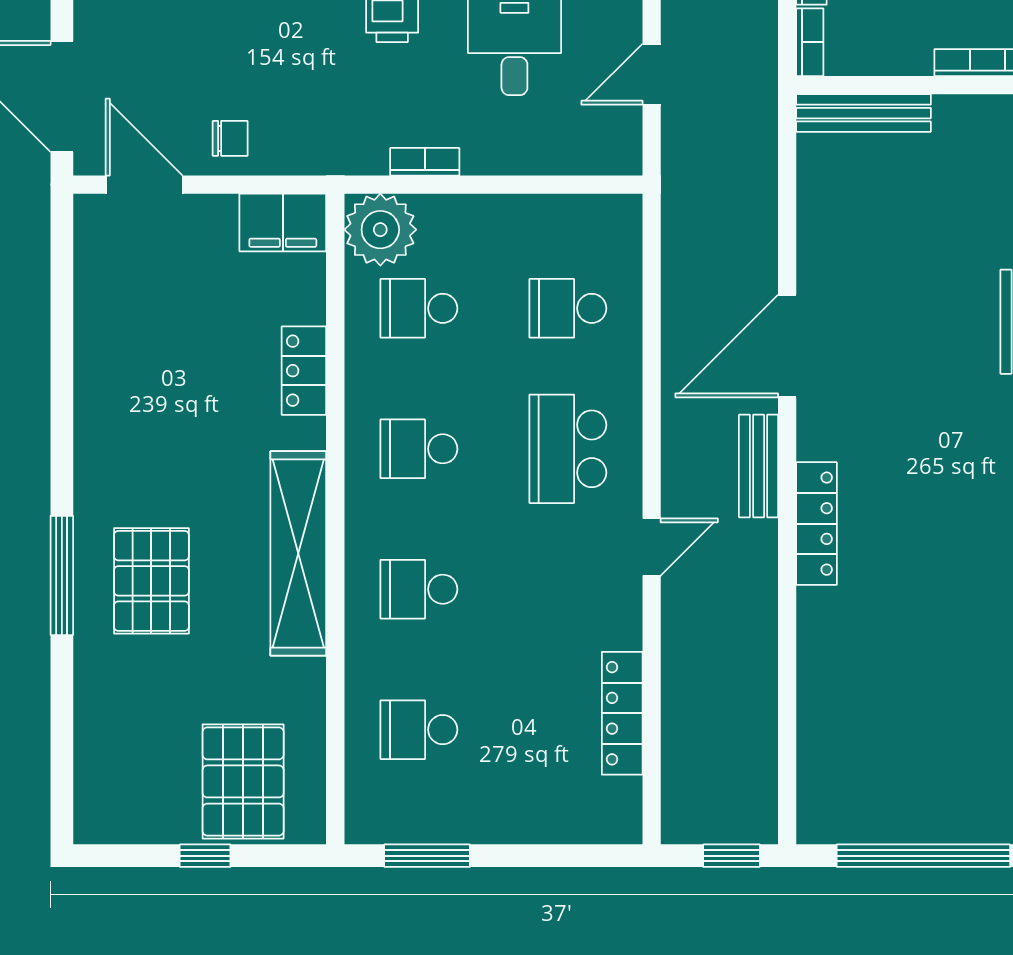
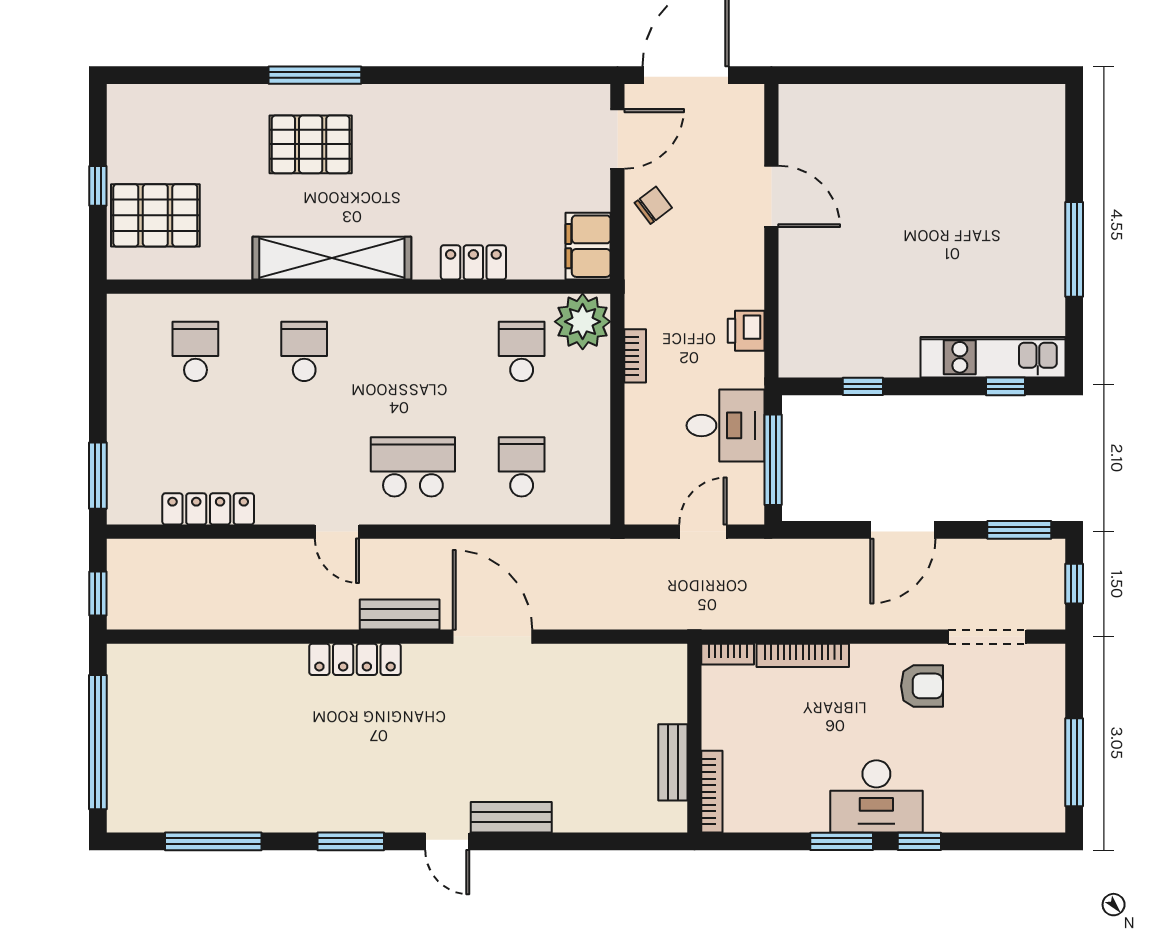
door: (652, 74) -> (703, 532), hinge flipped
bench: (863, 113) -> (673, 762), moved, width x0.73
chair: (230, 138) -> (653, 205), turned -127
school desk: (419, 449) -> (413, 351), removed
window: (427, 856) -> (98, 476), moved

